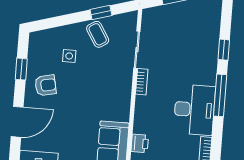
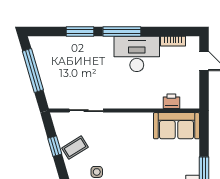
window: (224, 50) -> (80, 31), width x1.50
bookcase: (142, 82) -> (115, 104), removed

